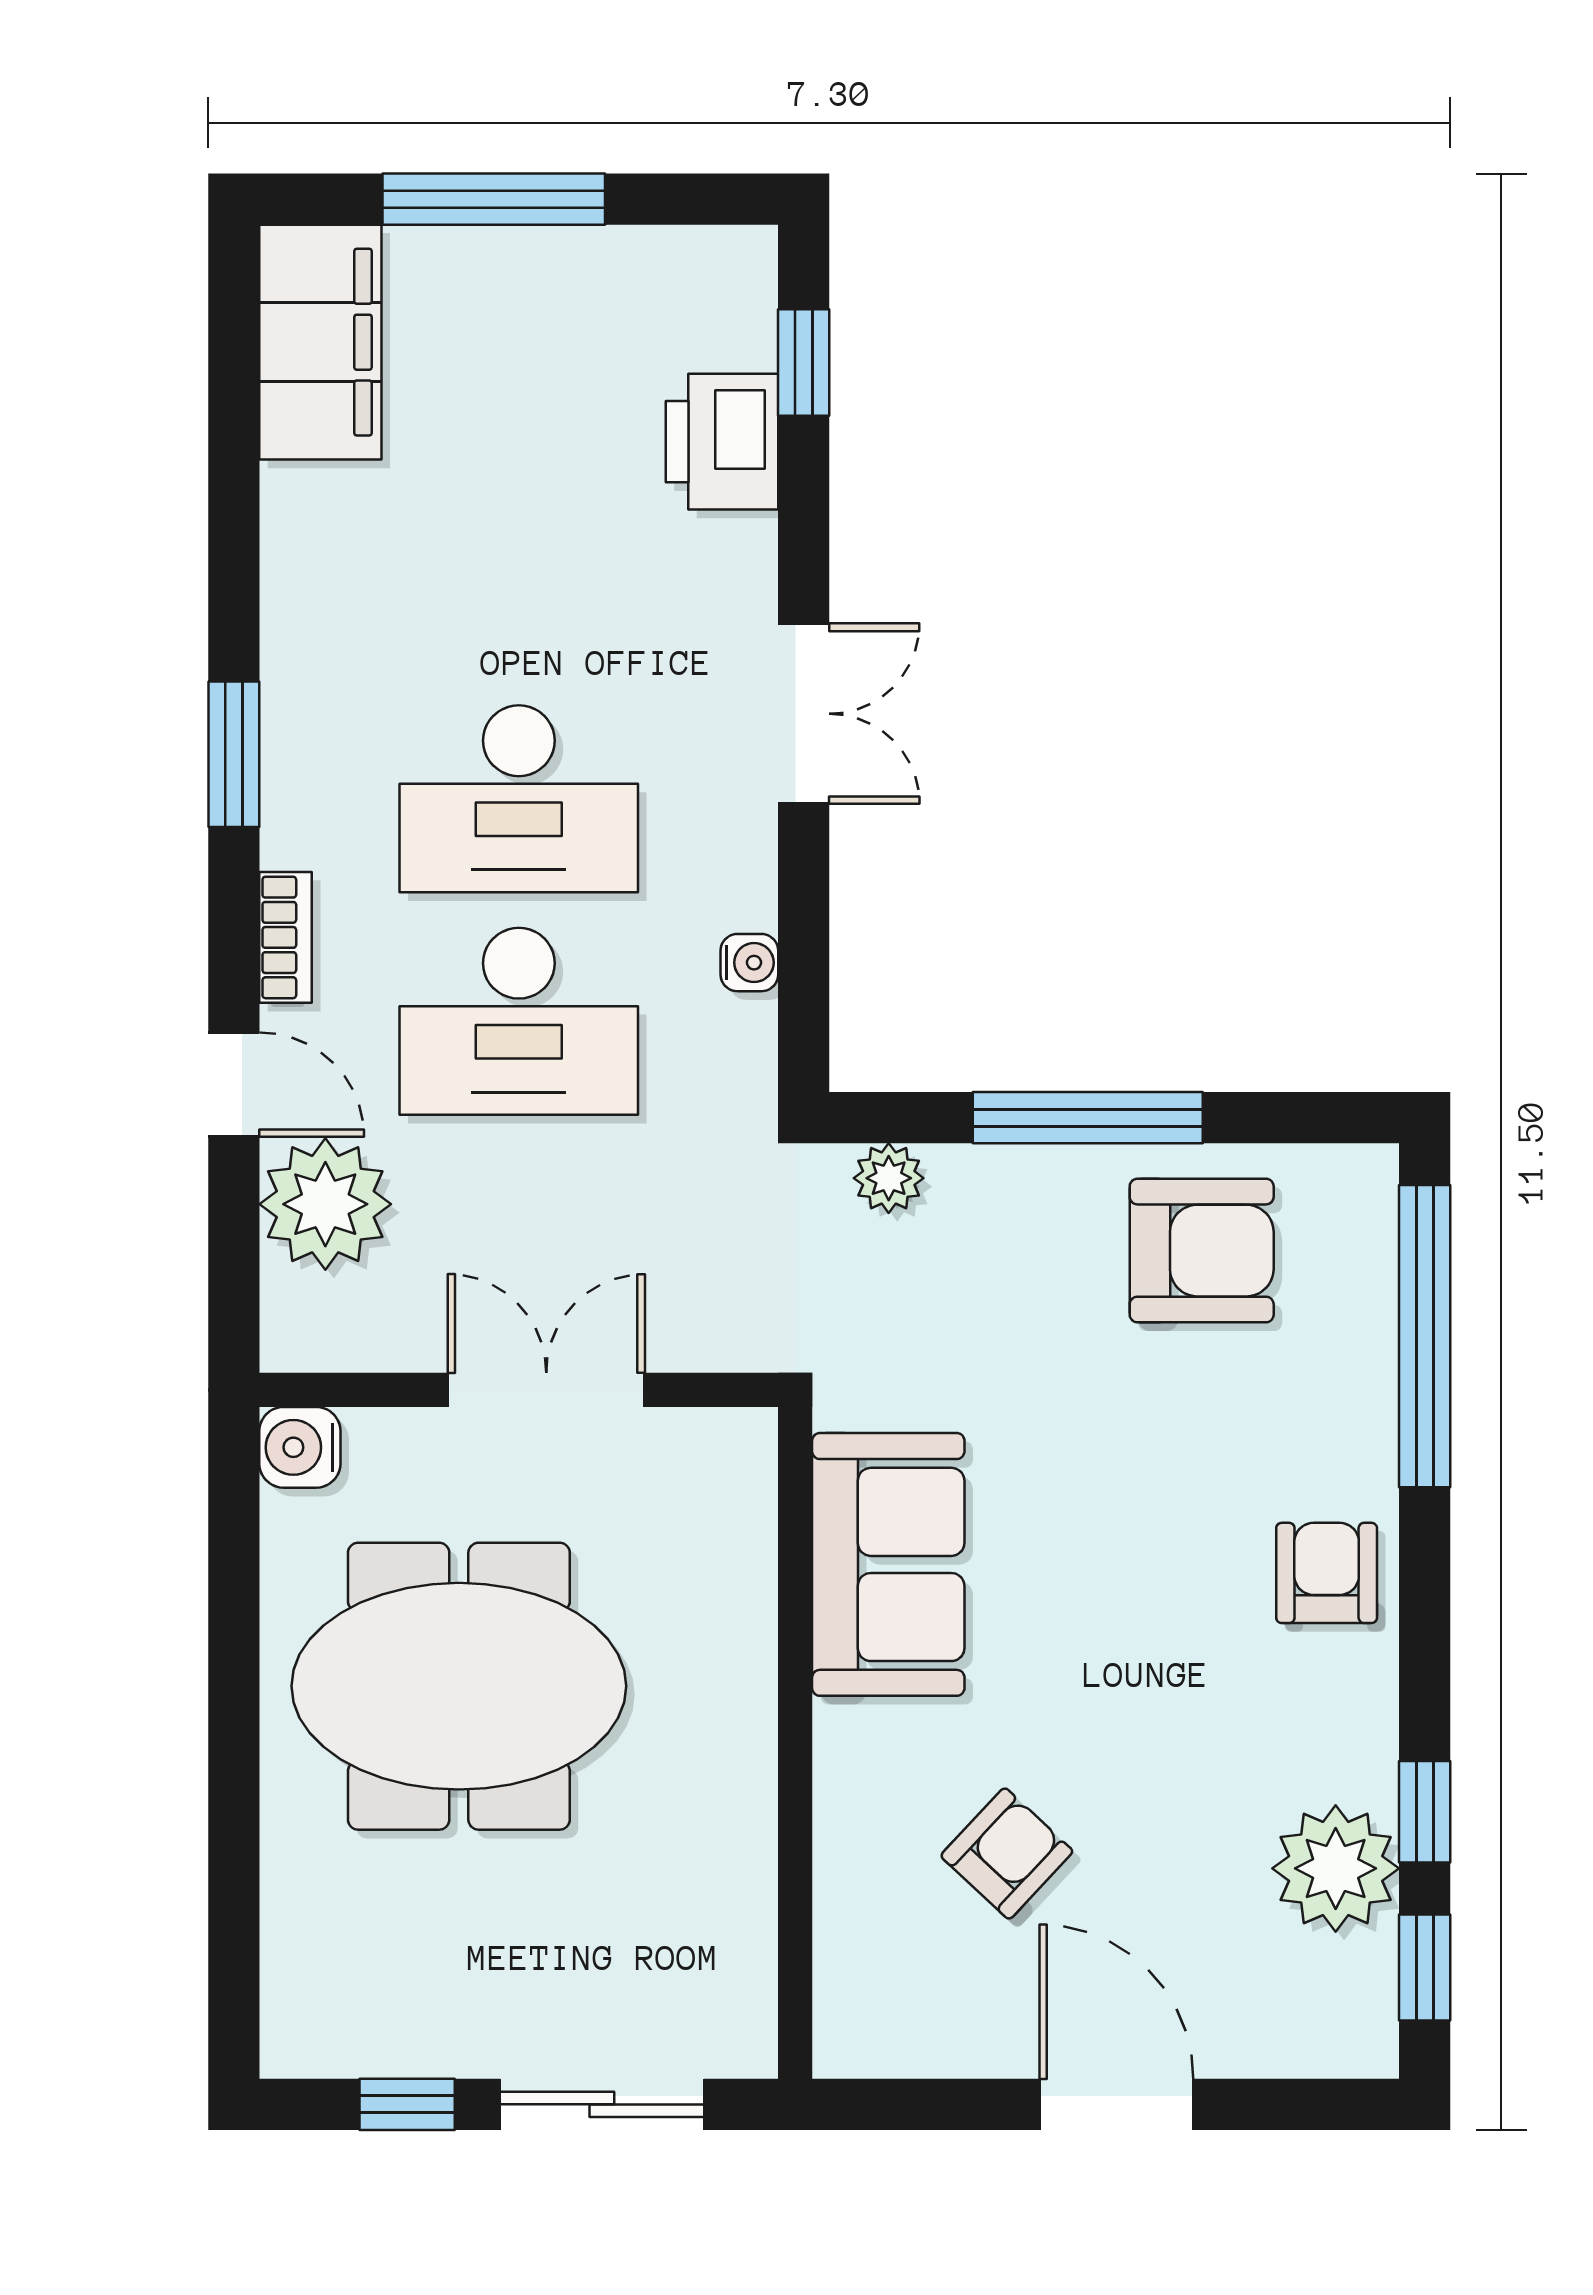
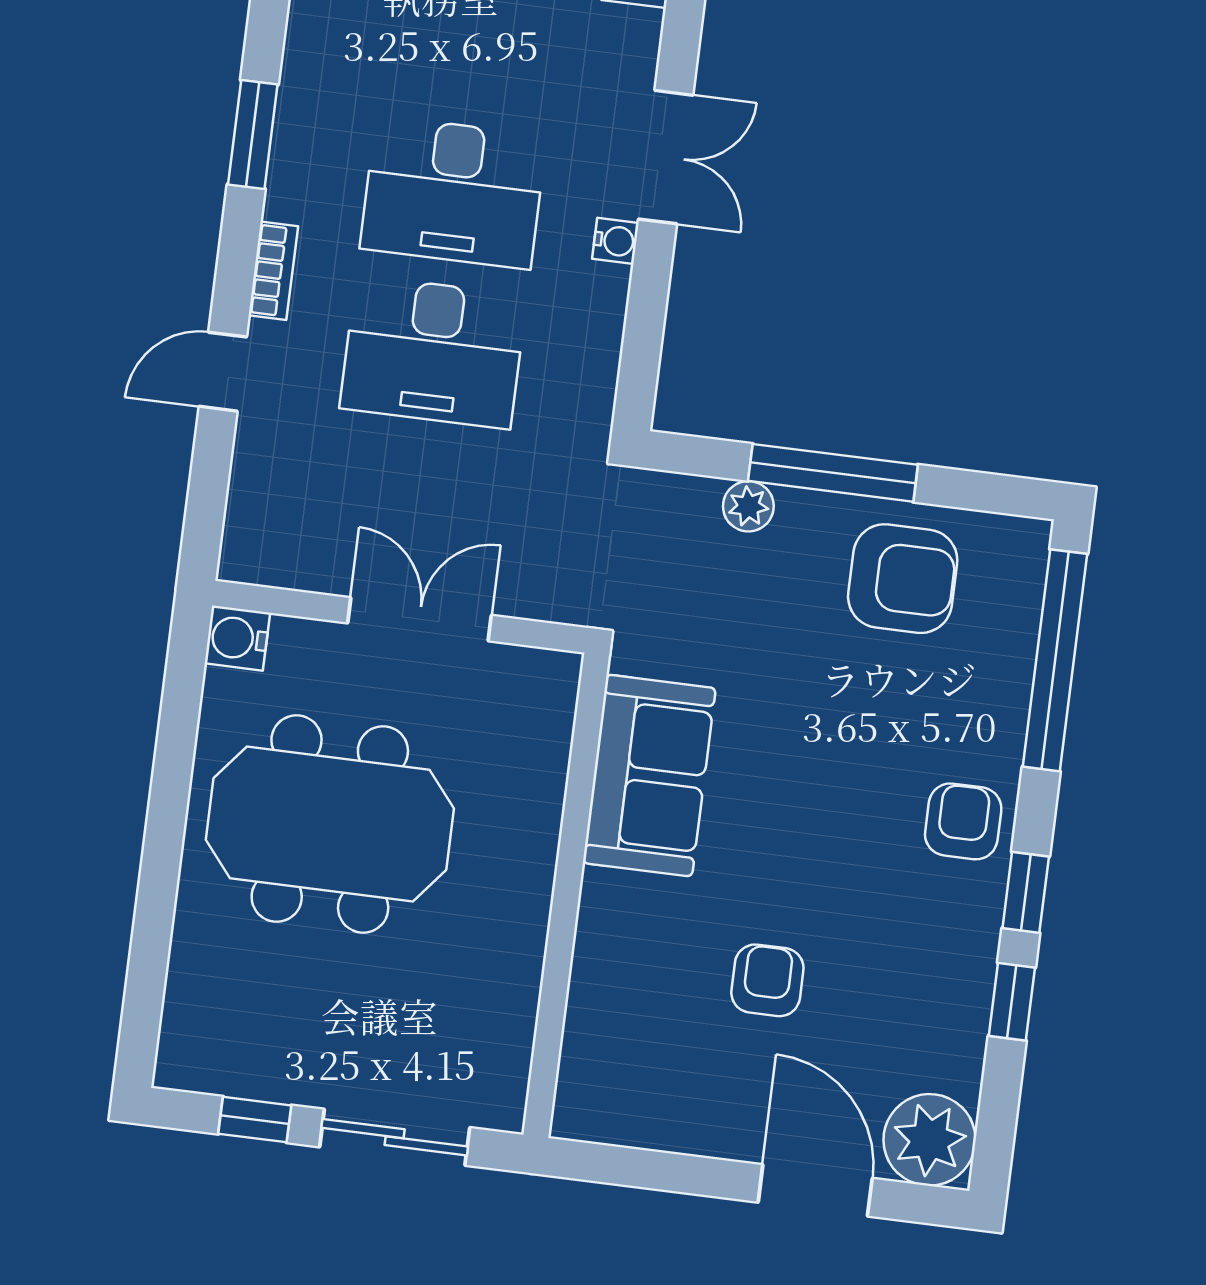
water cooler: (749, 963) -> (615, 241), moved
door: (234, 1085) -> (223, 372), swing flipped
plant: (889, 1178) -> (748, 506), moved
plant: (325, 1204) -> (278, 466), removed
armchair: (1007, 1854) -> (767, 980), moved, turned -43
plant: (1336, 1868) -> (929, 1140), moved
window: (1425, 1967) -> (1026, 892), moved
door: (1116, 2104) -> (815, 1190), moved

